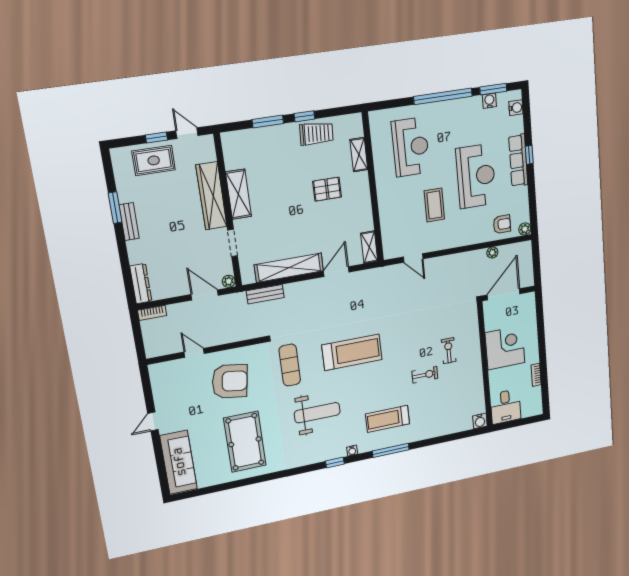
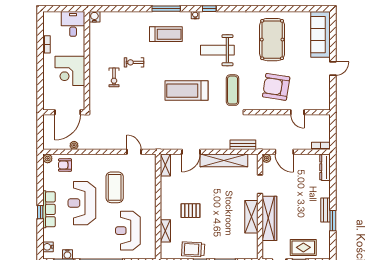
coffee table: (434, 205) -> (115, 187), width x1.36, depth x1.32

